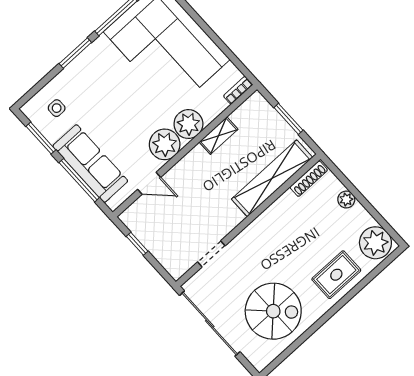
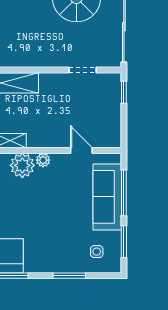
window: (75, 53) -> (69, 276), moved
plant: (165, 144) -> (43, 160), width x0.53, depth x0.53
window: (137, 244) -> (124, 92), moved

